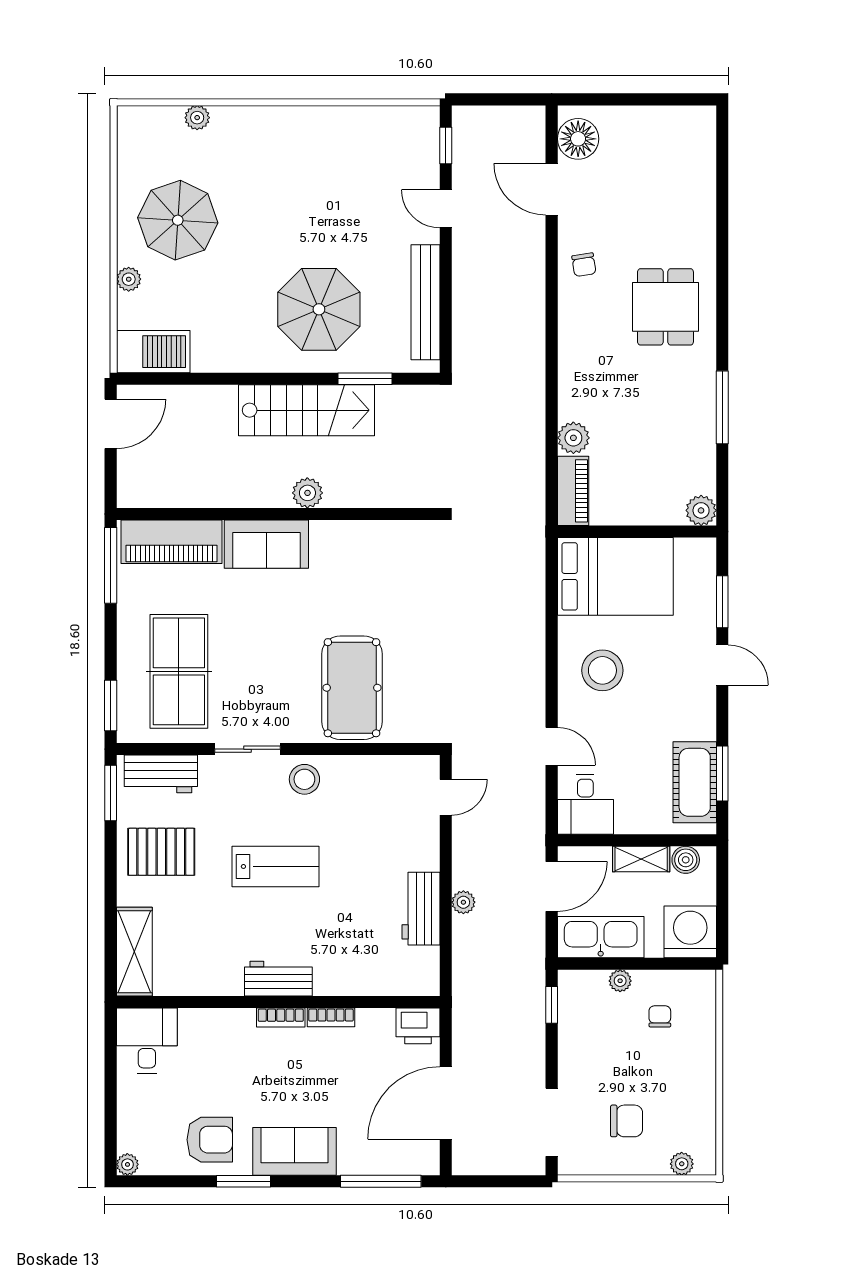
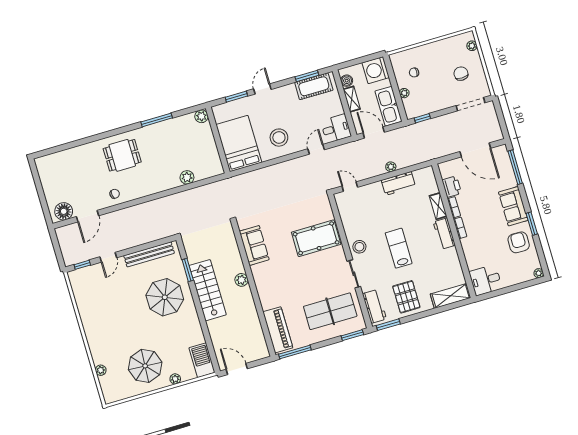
piano: (573, 491) -> (209, 171), removed
sofa: (266, 544) -> (254, 245), moved
shelving: (344, 983) -> (438, 206), added
printer: (418, 1026) -> (452, 187), moved

